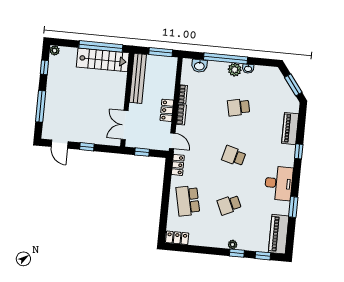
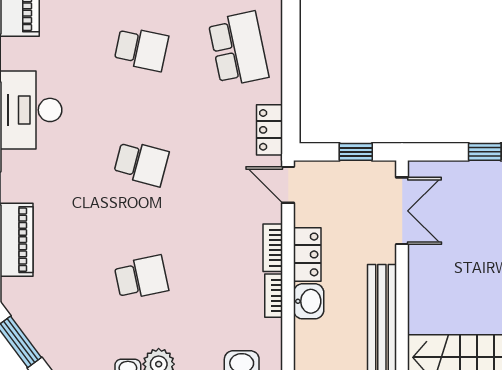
washbasin: (168, 90) -> (309, 301), added
school desk: (229, 205) -> (141, 49), turned 36

